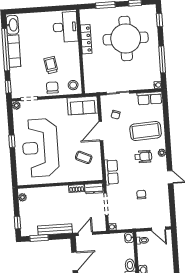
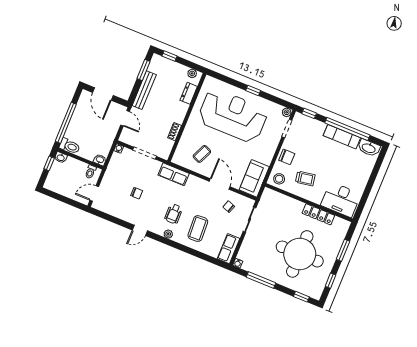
trolley: (51, 65) -> (305, 179), moved
coffee table: (146, 131) -> (198, 229), width x0.73, depth x0.76
dresser: (94, 188) -> (189, 93), moved

